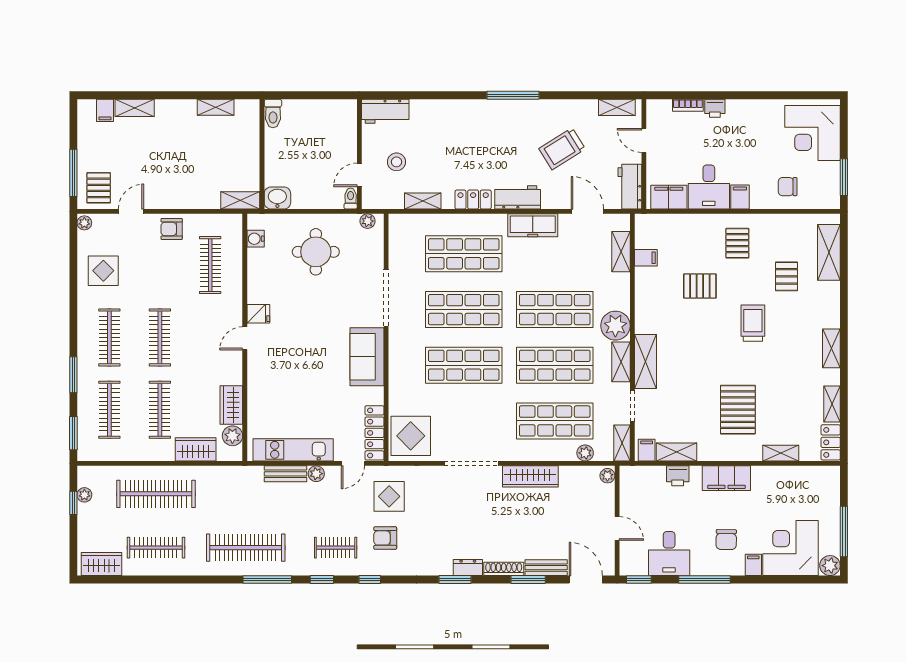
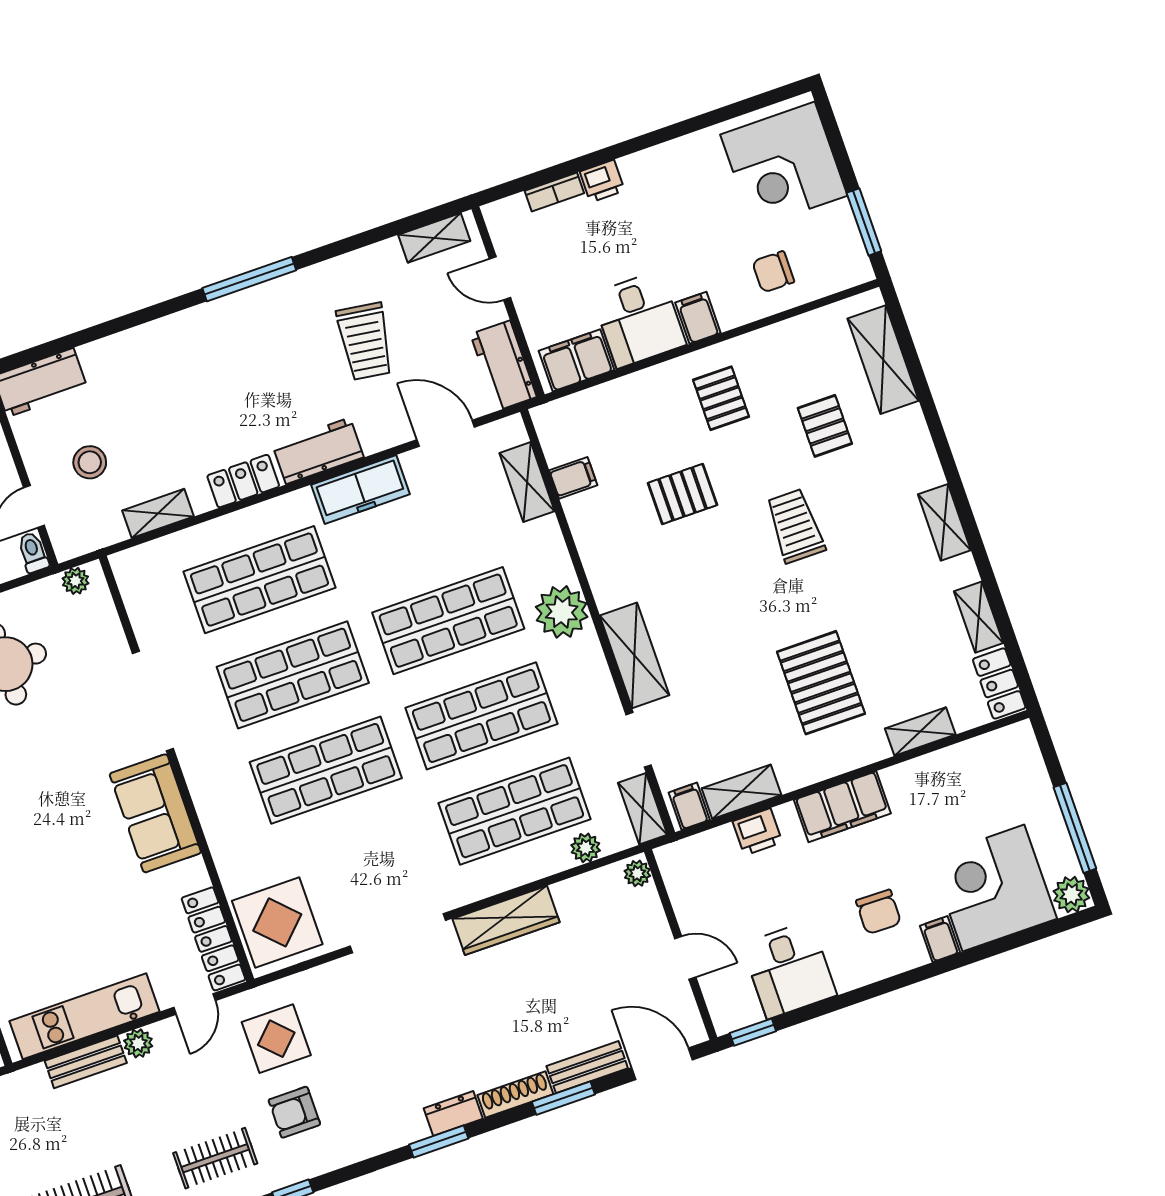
trolley: (562, 149) -> (365, 341), turned -50
shelving: (621, 362) -> (593, 671), removed
window: (705, 579) -> (865, 993), removed

